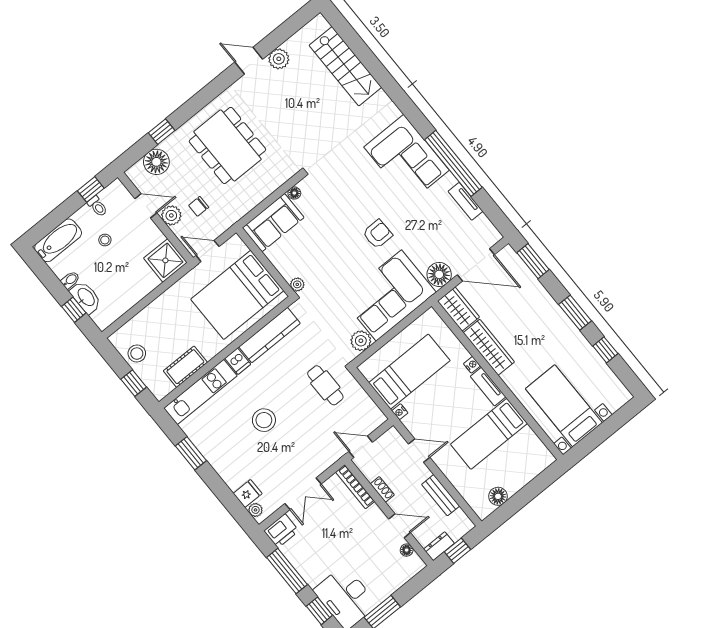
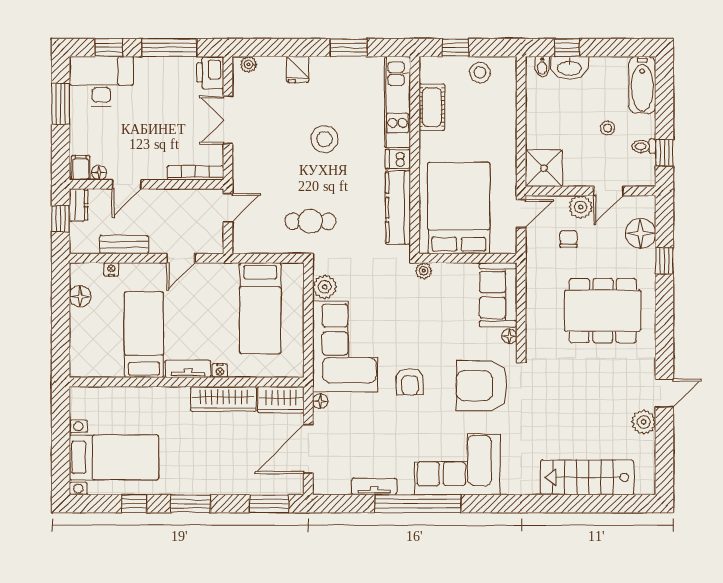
armchair: (342, 185) -> (482, 386), added
floor lamp: (439, 274) -> (320, 401), width x0.53, depth x0.53
bidet: (70, 280) -> (542, 67), moved
bed with nightstands: (564, 406) -> (114, 457), moved
nightstand: (400, 412) -> (111, 269), moved
shoe rack: (382, 489) -> (173, 196), removed
fridge: (248, 493) -> (298, 69), moved
filing cabinet: (413, 565) -> (81, 168), added

